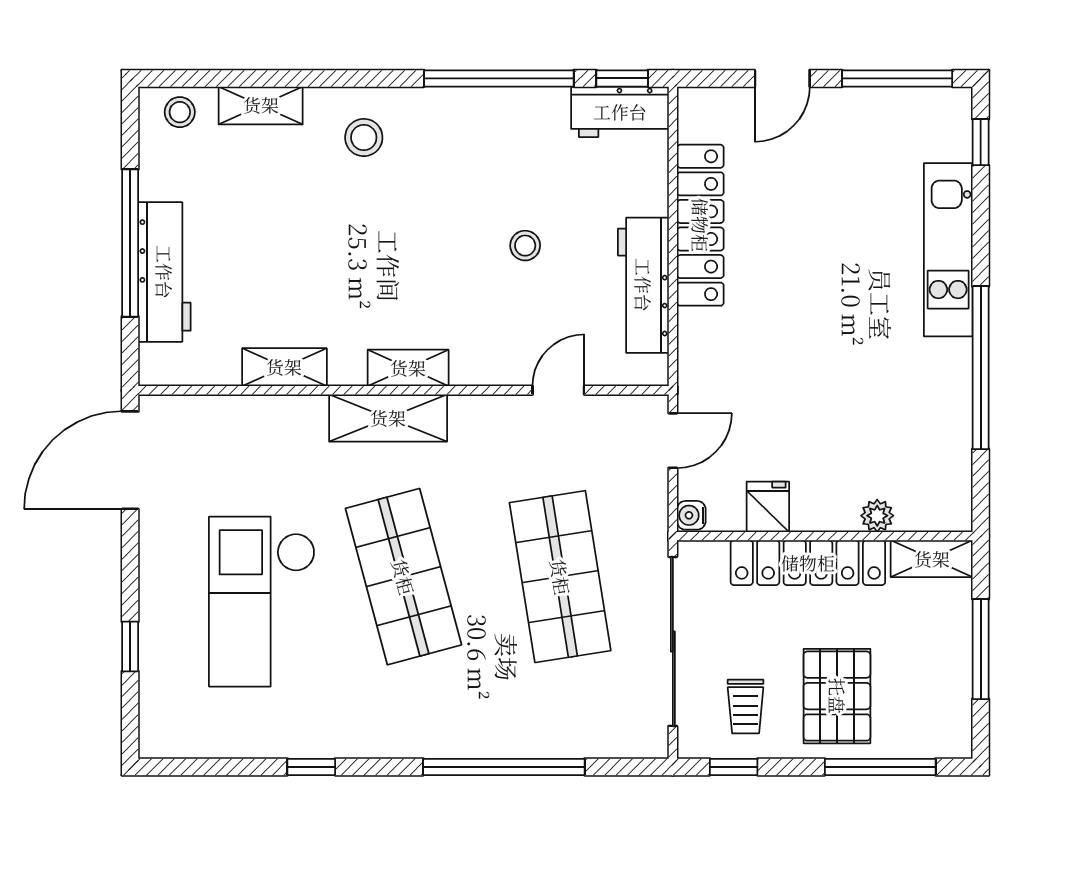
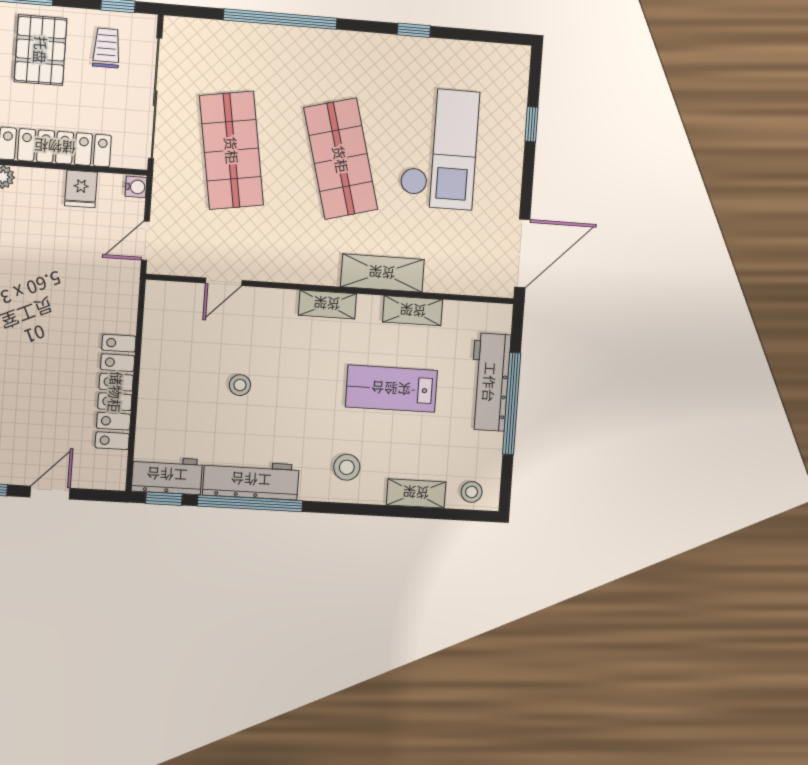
lab bench: (307, 254) -> (391, 389), added
workbench: (643, 285) -> (251, 480), moved, turned -90
shelving: (388, 418) -> (382, 273), moved

